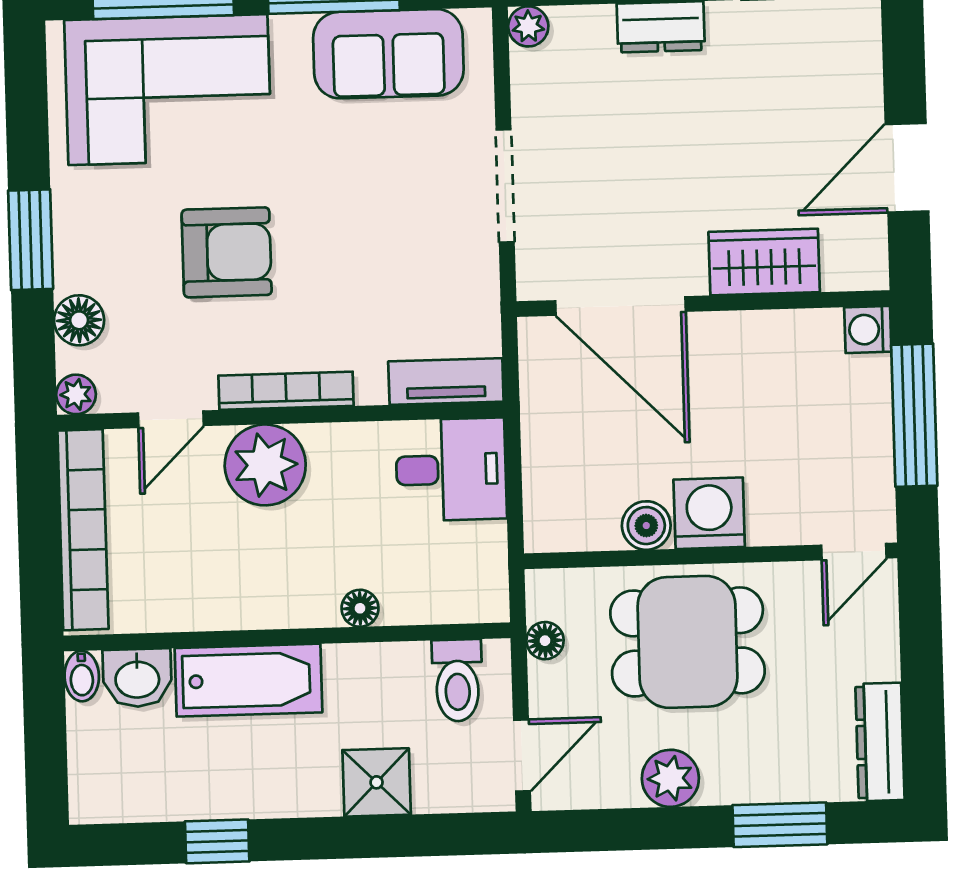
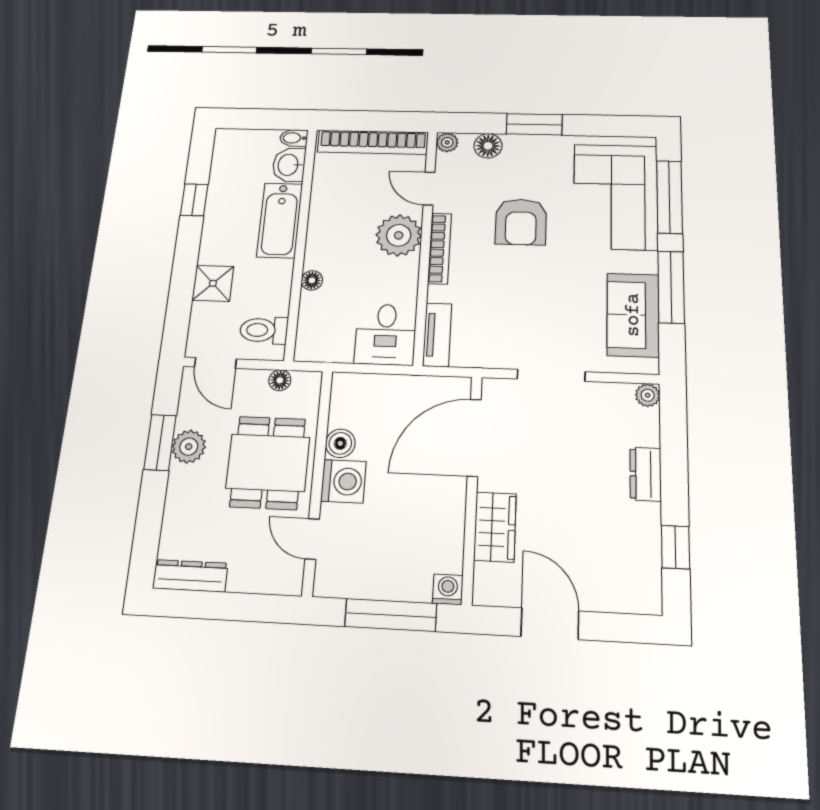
door: (854, 552) -> (312, 539), moved
window: (780, 825) -> (160, 442), moved

